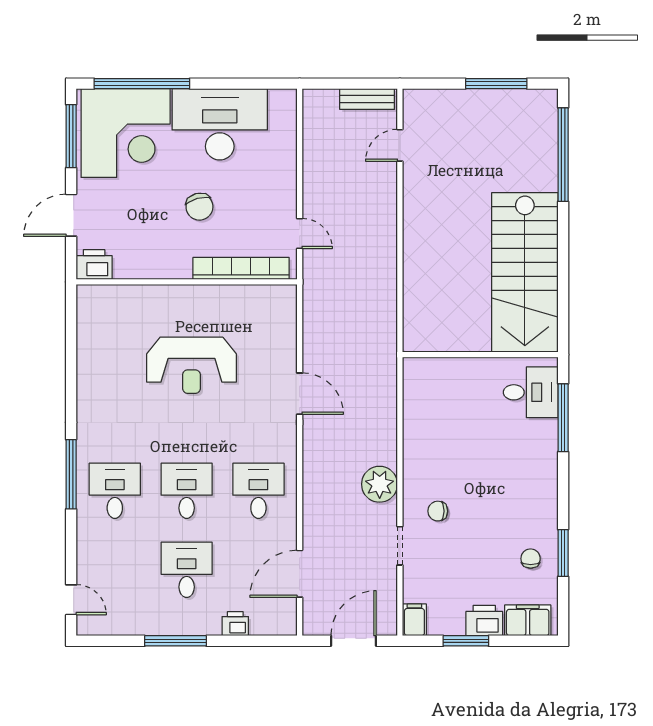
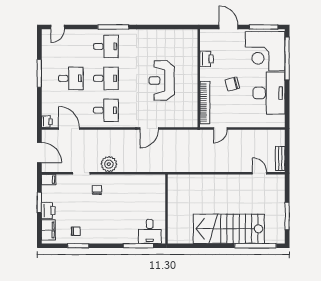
printer: (94, 264) -> (207, 59), moved
stairs: (525, 272) -> (229, 229), moved
printer: (235, 624) -> (47, 122), moved

